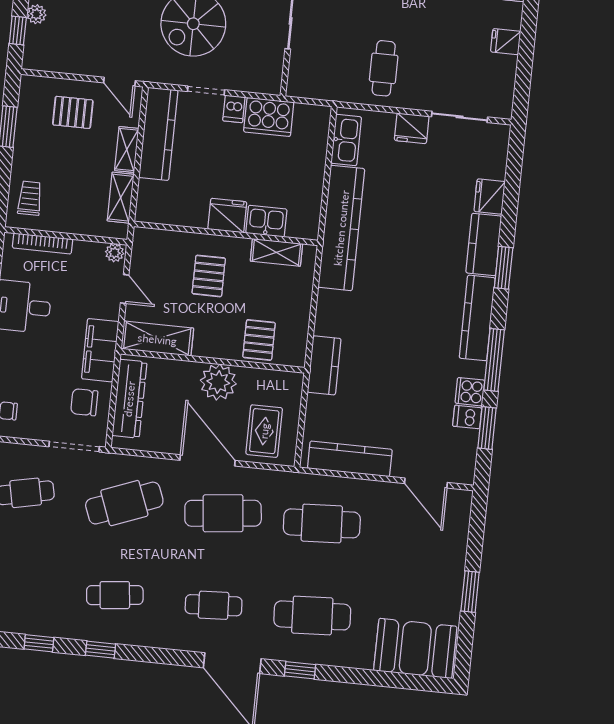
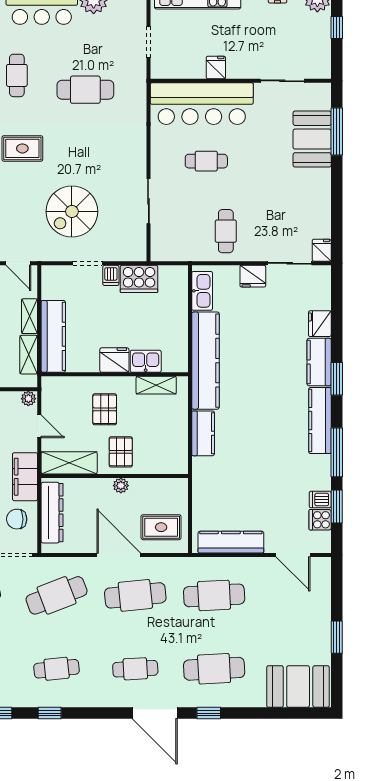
fridge: (506, 42) -> (322, 250), moved, turned 90
kitchen counter: (158, 134) -> (53, 336), moved
pallet: (259, 340) -> (121, 452), moved
kitchen counter: (324, 365) -> (203, 433), moved
plant: (218, 382) -> (121, 486), width x0.53, depth x0.53
cooker: (470, 392) -> (320, 520), moved
rug: (264, 431) -> (161, 527), turned 90

